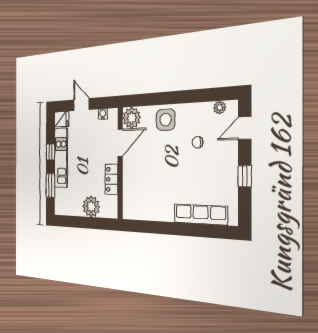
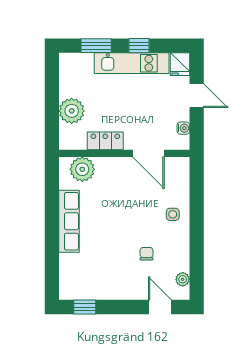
door: (81, 105) -> (197, 96), hinge flipped
plant: (132, 118) -> (82, 169), moved
side table: (166, 120) -> (173, 214), width x0.54, depth x0.54
window: (245, 176) -> (85, 307), moved
row of seats: (201, 215) -> (69, 221), moved

